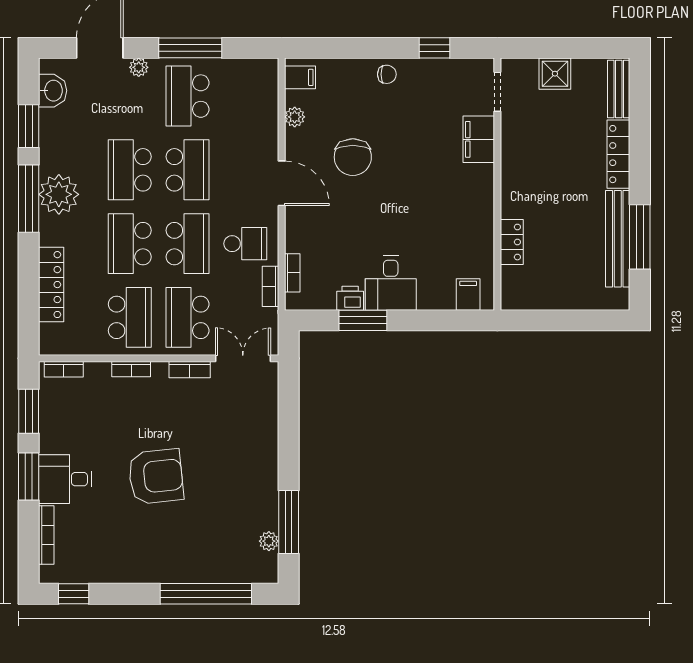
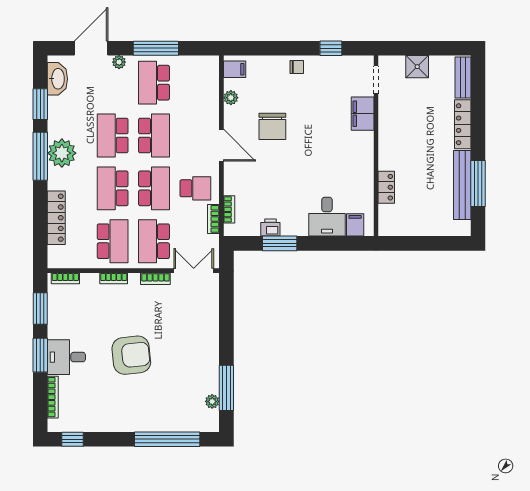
washbasin: (53, 91) -> (57, 79), width x1.38
desk: (391, 283) -> (327, 217), moved

